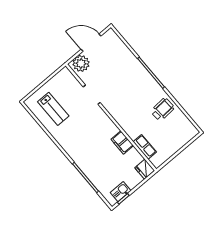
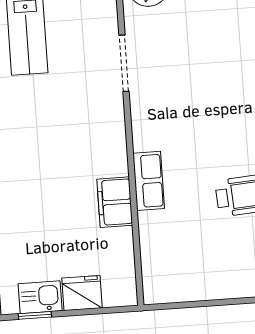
row of seats: (145, 147) -> (149, 181), moved
fridge: (145, 169) -> (82, 293), moved, turned 90

